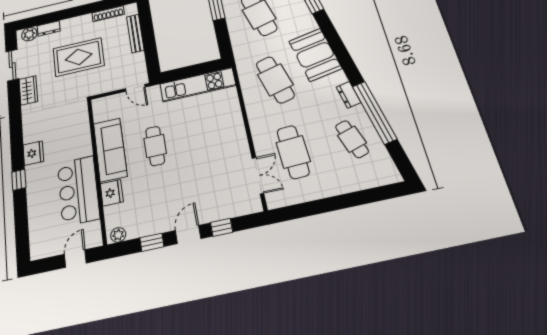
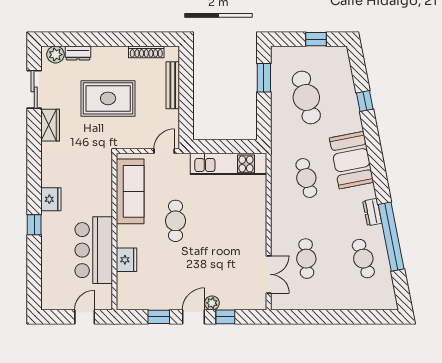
cafe table: (275, 80) -> (306, 178), width x0.73, depth x0.74
door: (135, 88) -> (164, 151), swing flipped
sofa: (110, 150) -> (130, 191), moved
cafe table: (293, 152) -> (306, 259), width x0.73, depth x0.74
plant: (118, 235) -> (212, 303), moved

